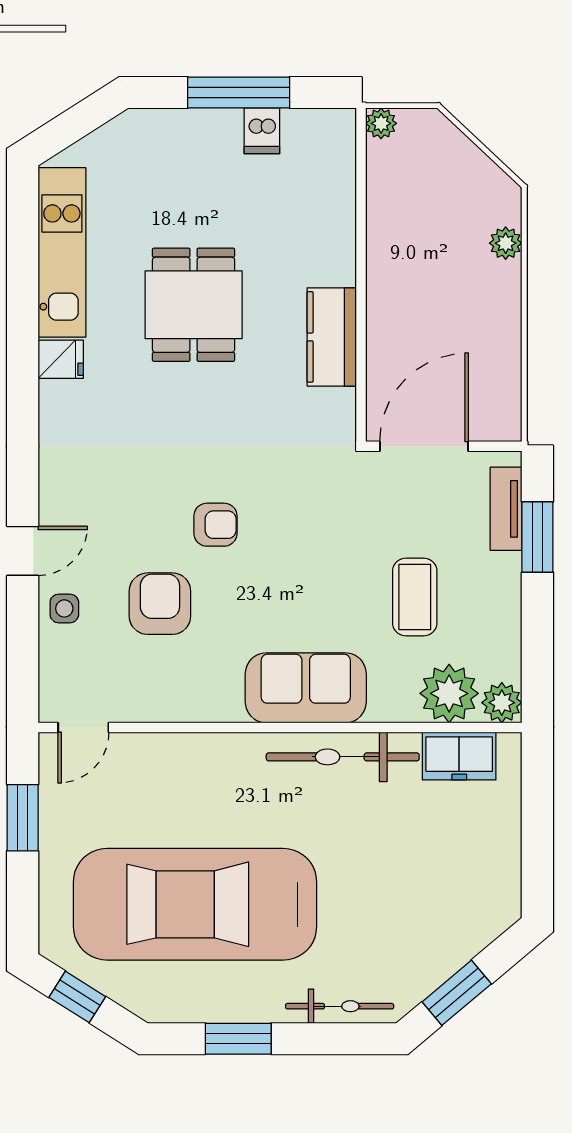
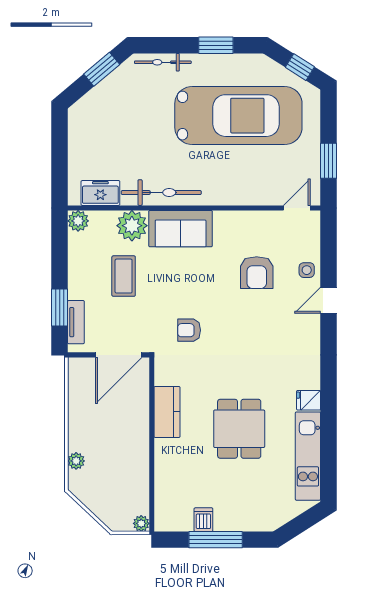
armchair: (215, 525) -> (189, 330), moved
plant: (449, 693) -> (132, 226), moved

